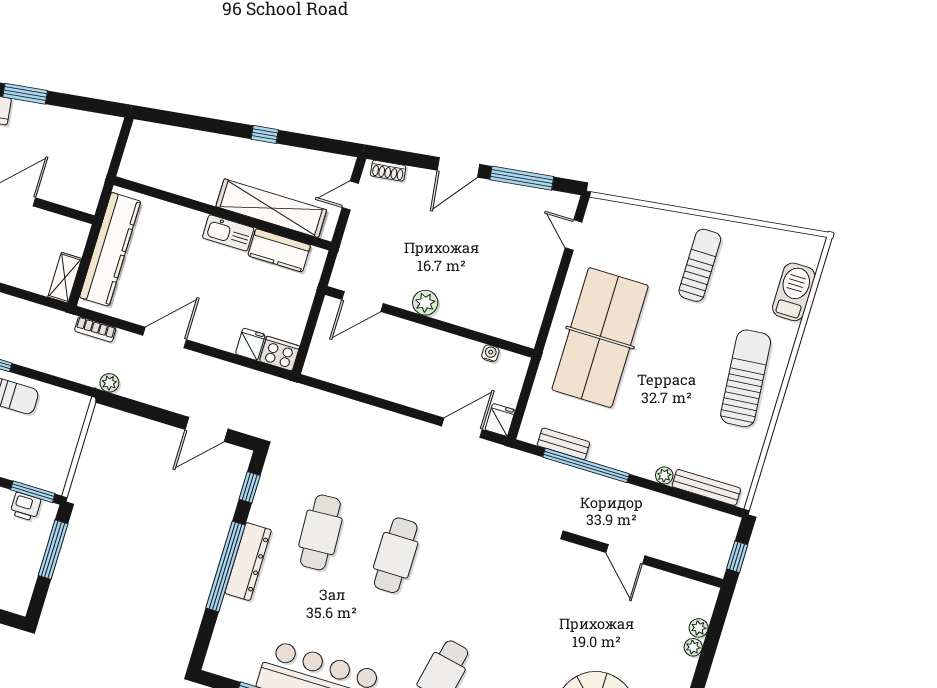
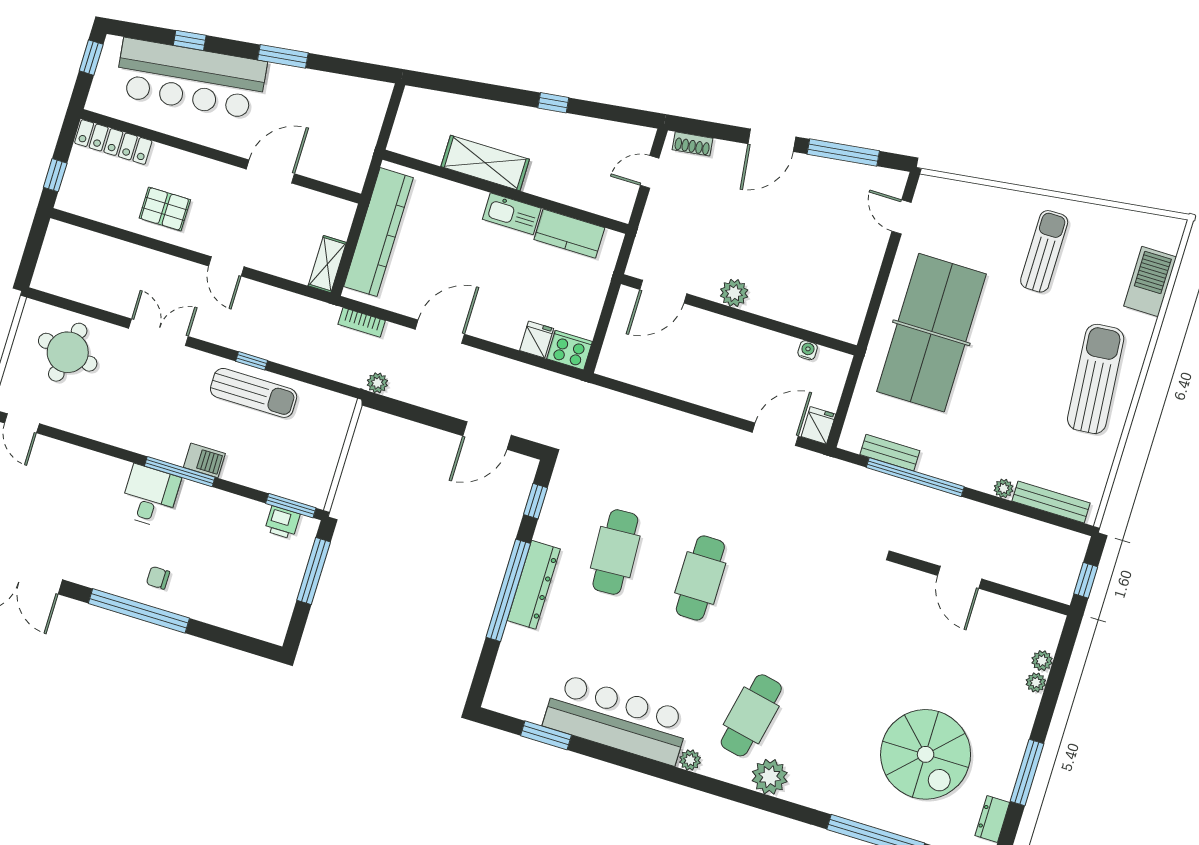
shelving: (271, 208) -> (485, 163), moved, width x0.68

